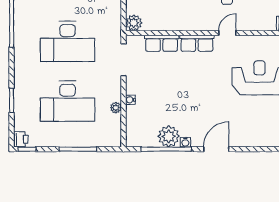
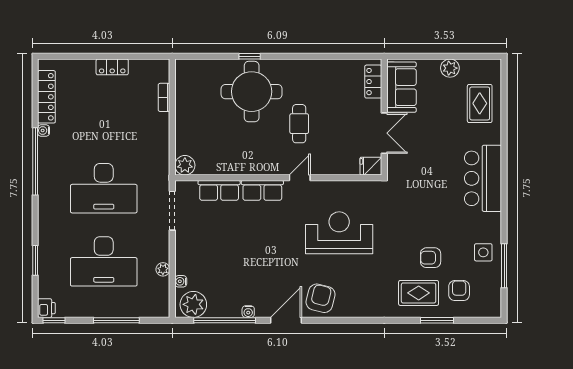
water cooler: (130, 100) -> (181, 281), moved
armchair: (244, 131) -> (321, 298), added
plant: (169, 136) -> (193, 304), moved

